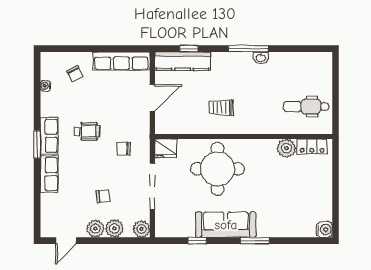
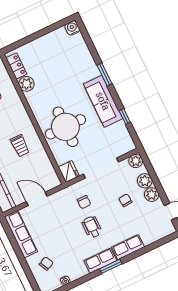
wheelchair: (87, 131) -> (92, 227), moved

